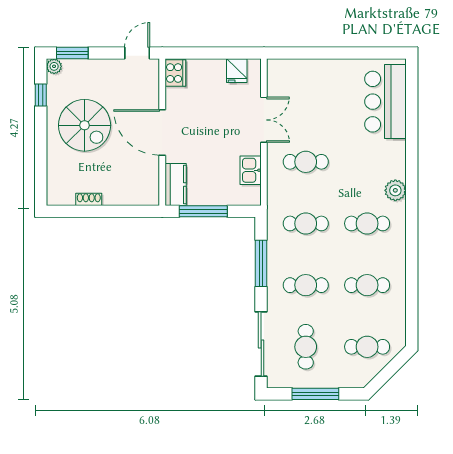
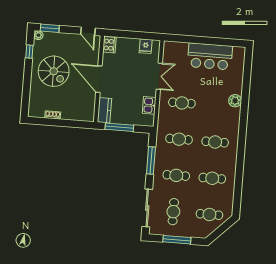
door: (137, 53) -> (88, 31), swing flipped
bar counter: (385, 102) -> (210, 56), moved, turned -90
plant: (395, 190) -> (235, 101), moved

